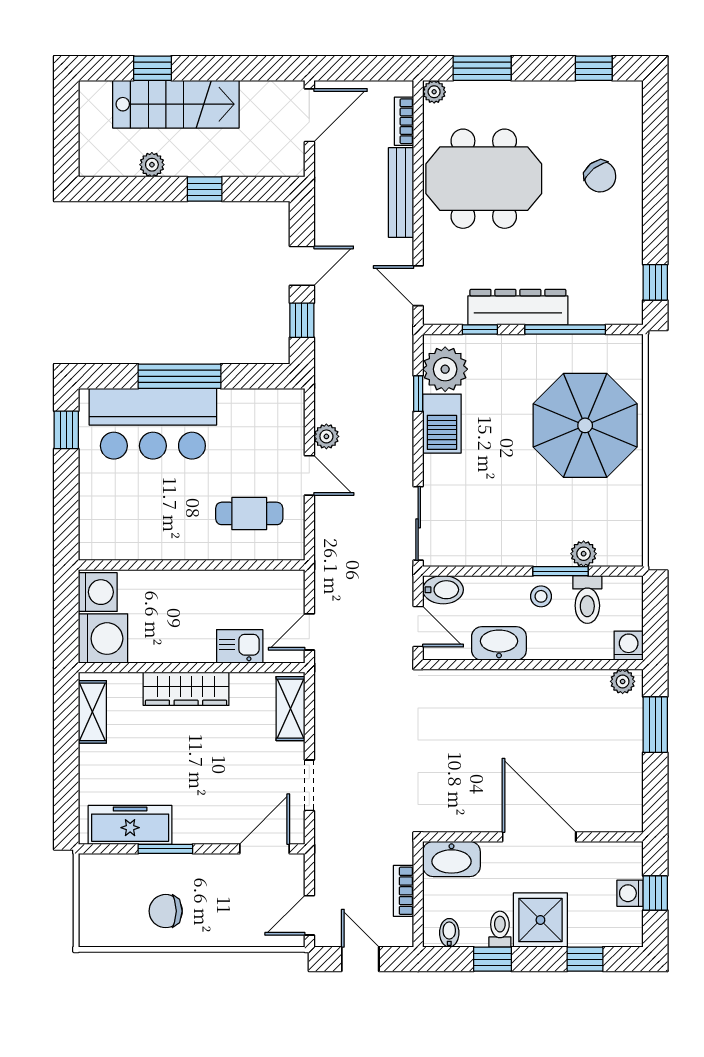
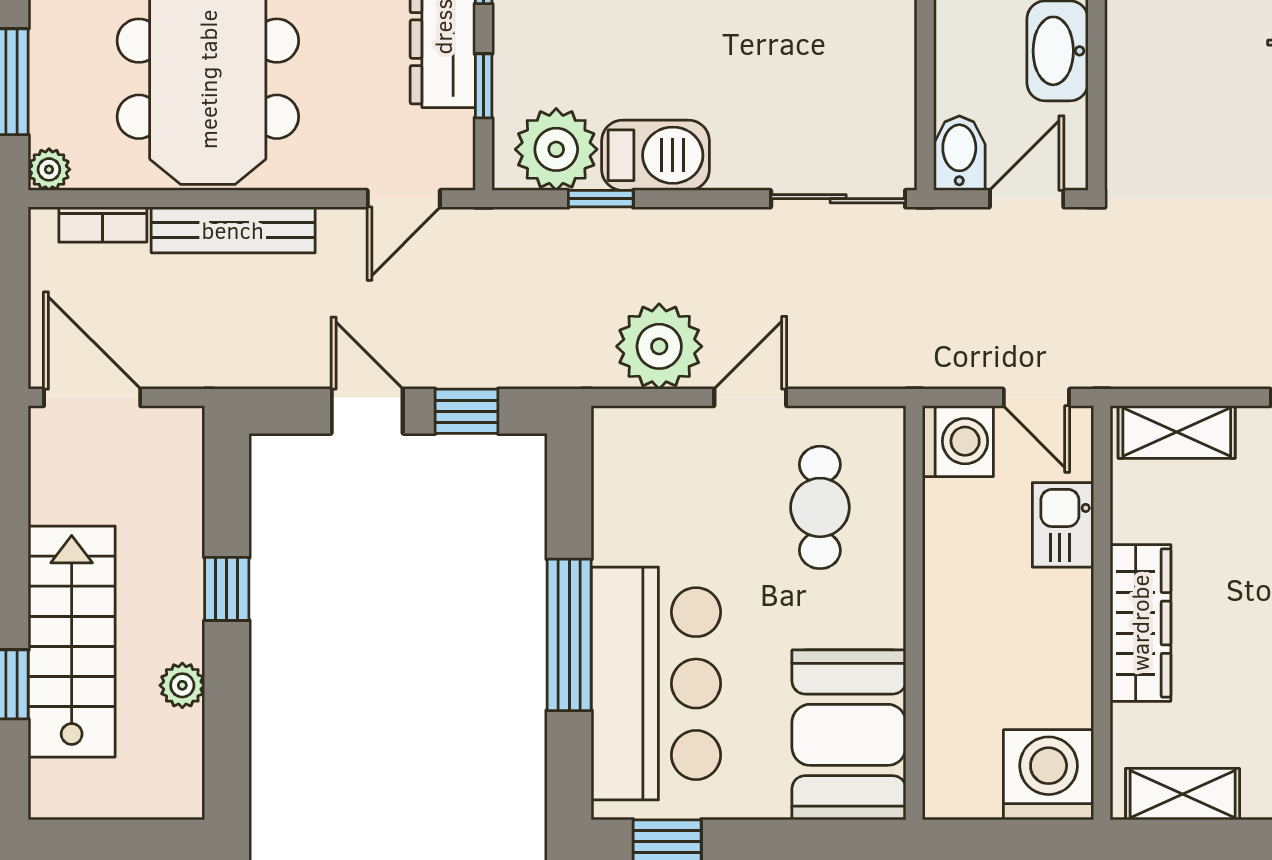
plant: (326, 436) -> (659, 346), width x1.88, depth x1.88
booth: (125, 529) -> (849, 735), added
washing machine: (98, 592) -> (958, 441), moved, turned 90

